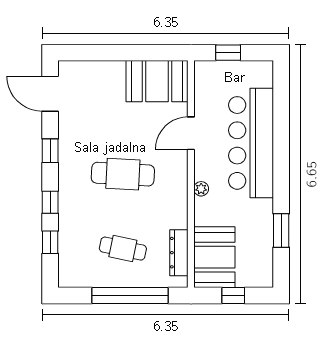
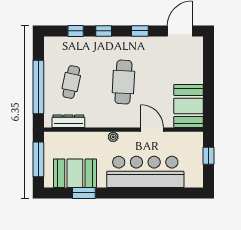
booth: (214, 257) -> (75, 173), moved
window: (233, 295) -> (38, 159), width x2.17

